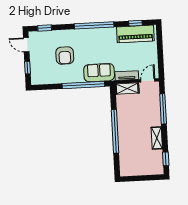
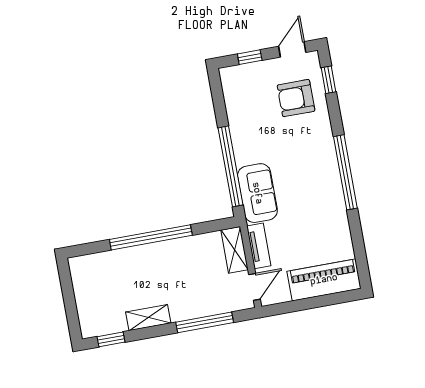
window: (135, 23) -> (359, 250), removed
piano: (135, 34) -> (324, 280), moved, turned 90
armchair: (65, 56) -> (296, 98), moved
door: (148, 80) -> (254, 287), hinge flipped

